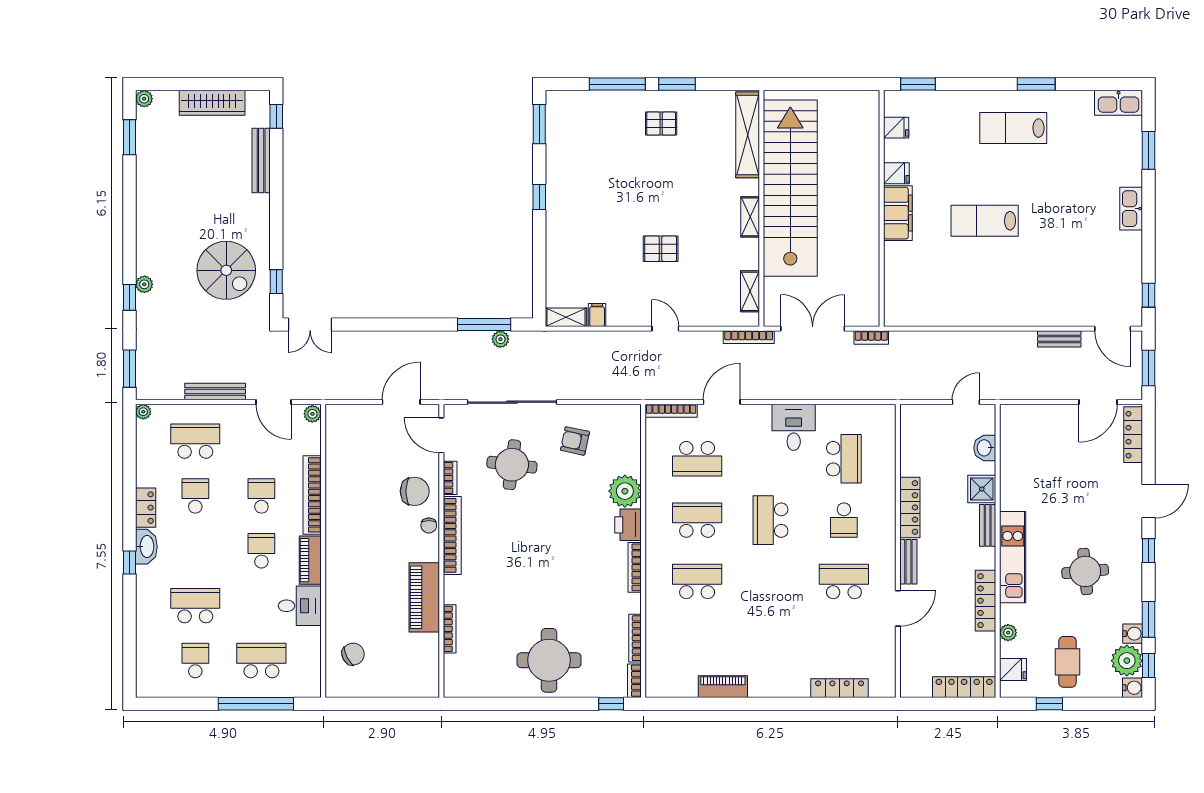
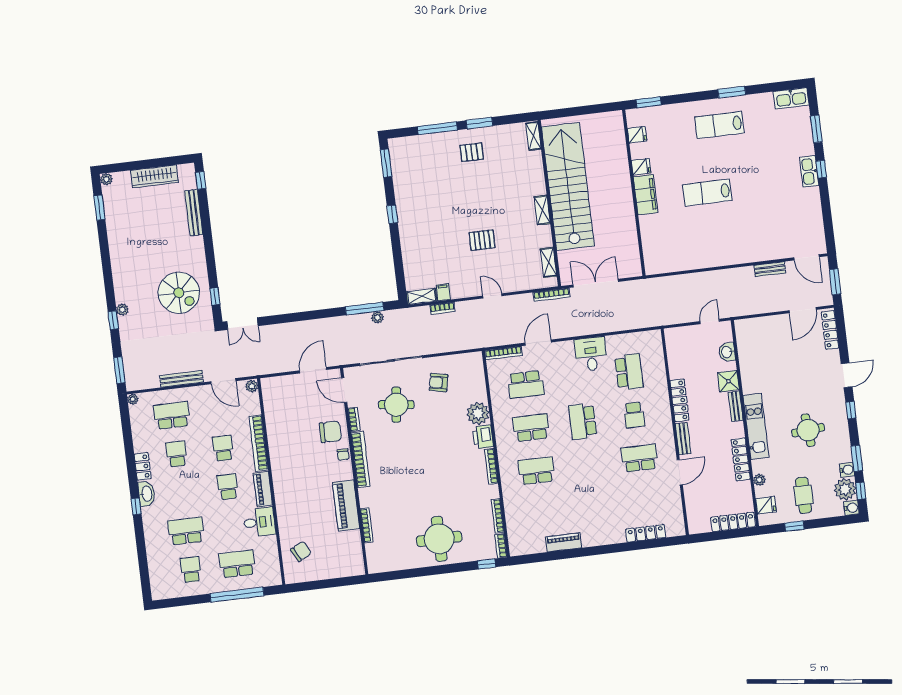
shelving: (748, 135) -> (533, 136), width x0.45, depth x0.75
window: (1149, 295) -> (821, 169), moved
bookcase: (871, 338) -> (442, 308), moved

